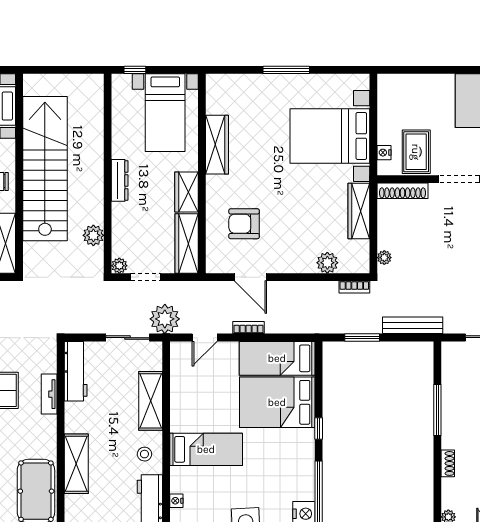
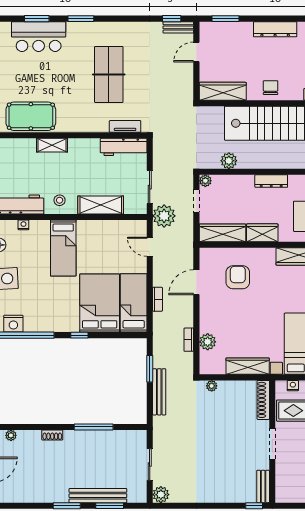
bookcase: (354, 287) -> (189, 340), moved
bench: (413, 325) -> (159, 392), moved
bookcase: (249, 328) -> (157, 299), moved
tv unit: (49, 394) -> (125, 126), moved
shelving: (76, 464) -> (52, 145), width x0.67, depth x0.75

